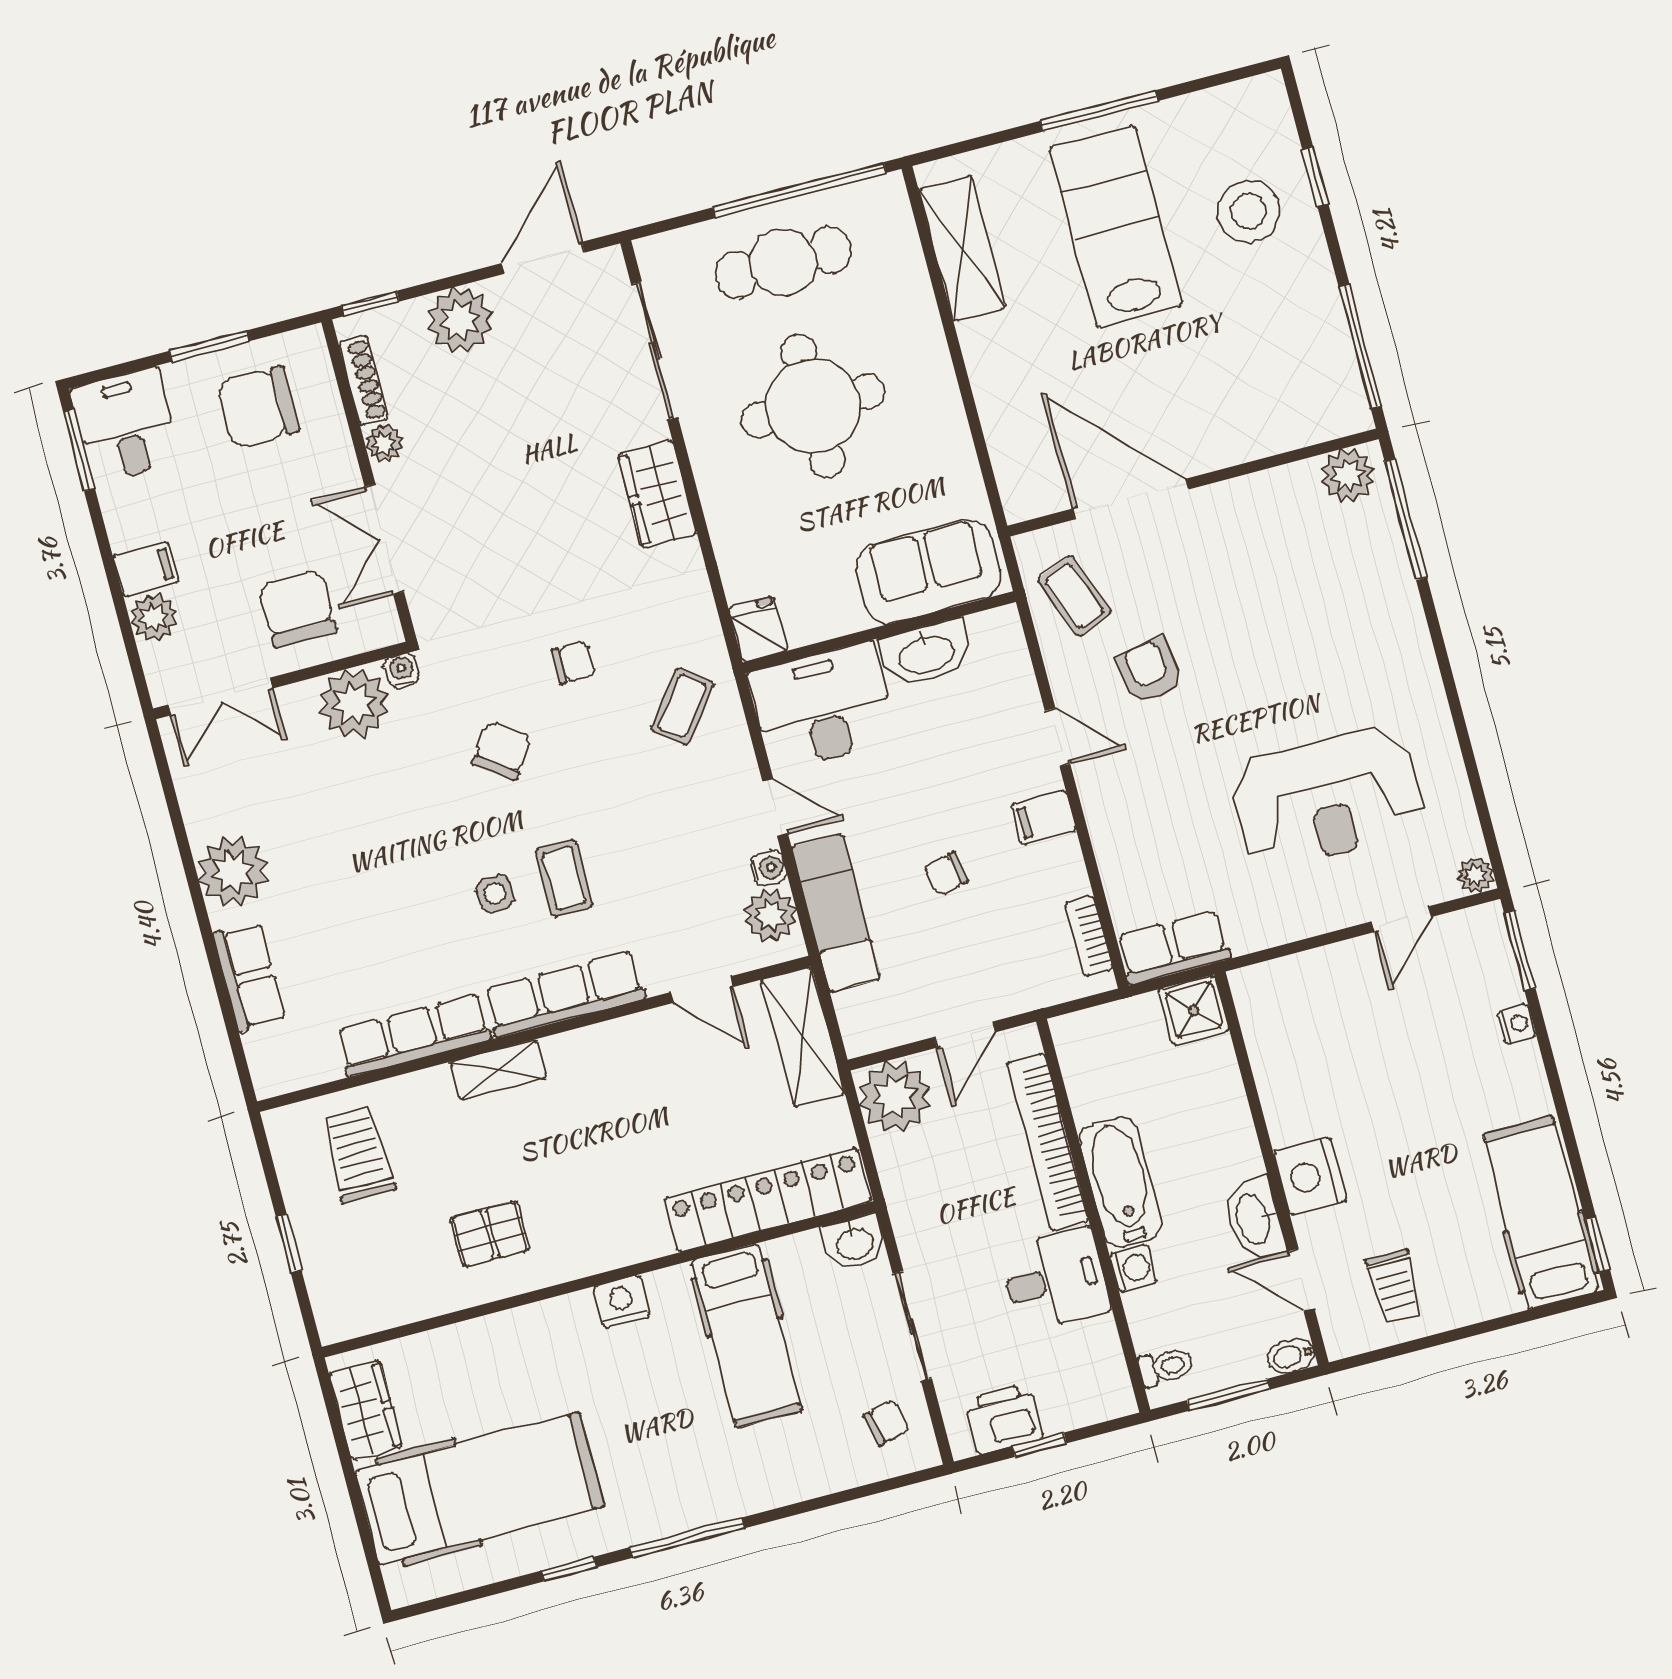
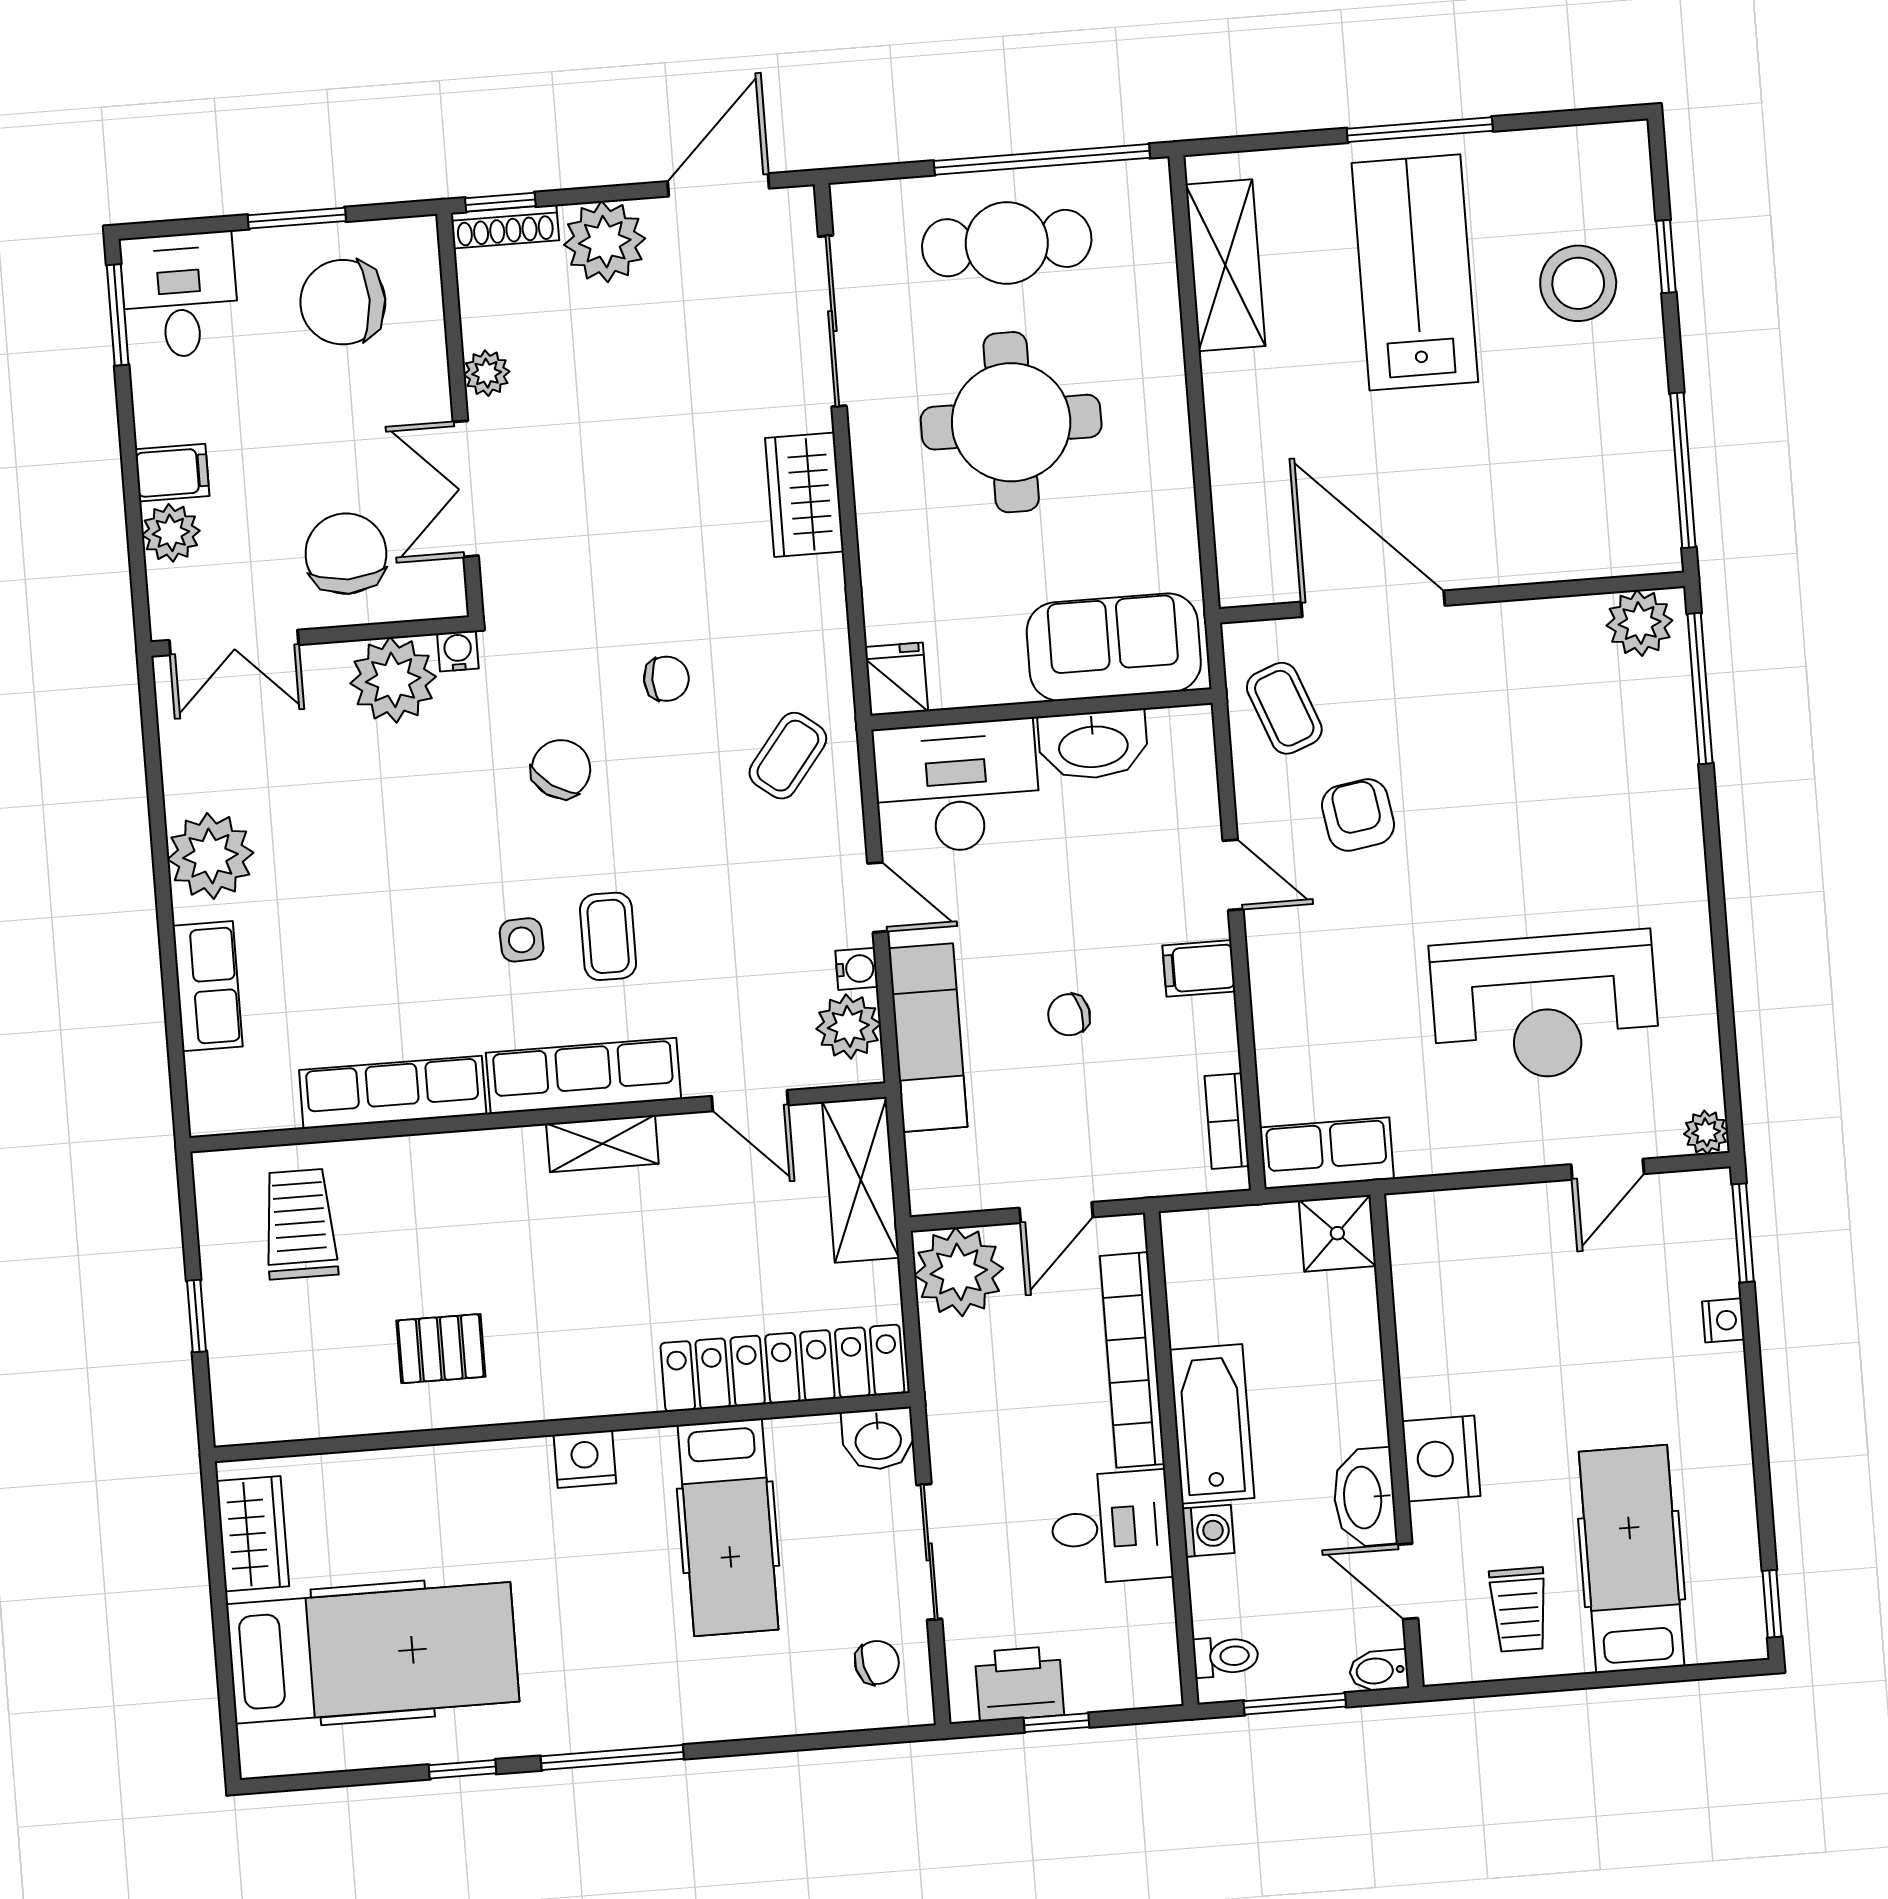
shoe rack: (363, 381) -> (505, 227), moved, turned 90
shelving: (498, 1070) -> (602, 1144), moved
hospital bed: (1541, 1213) -> (1632, 1559), moved

